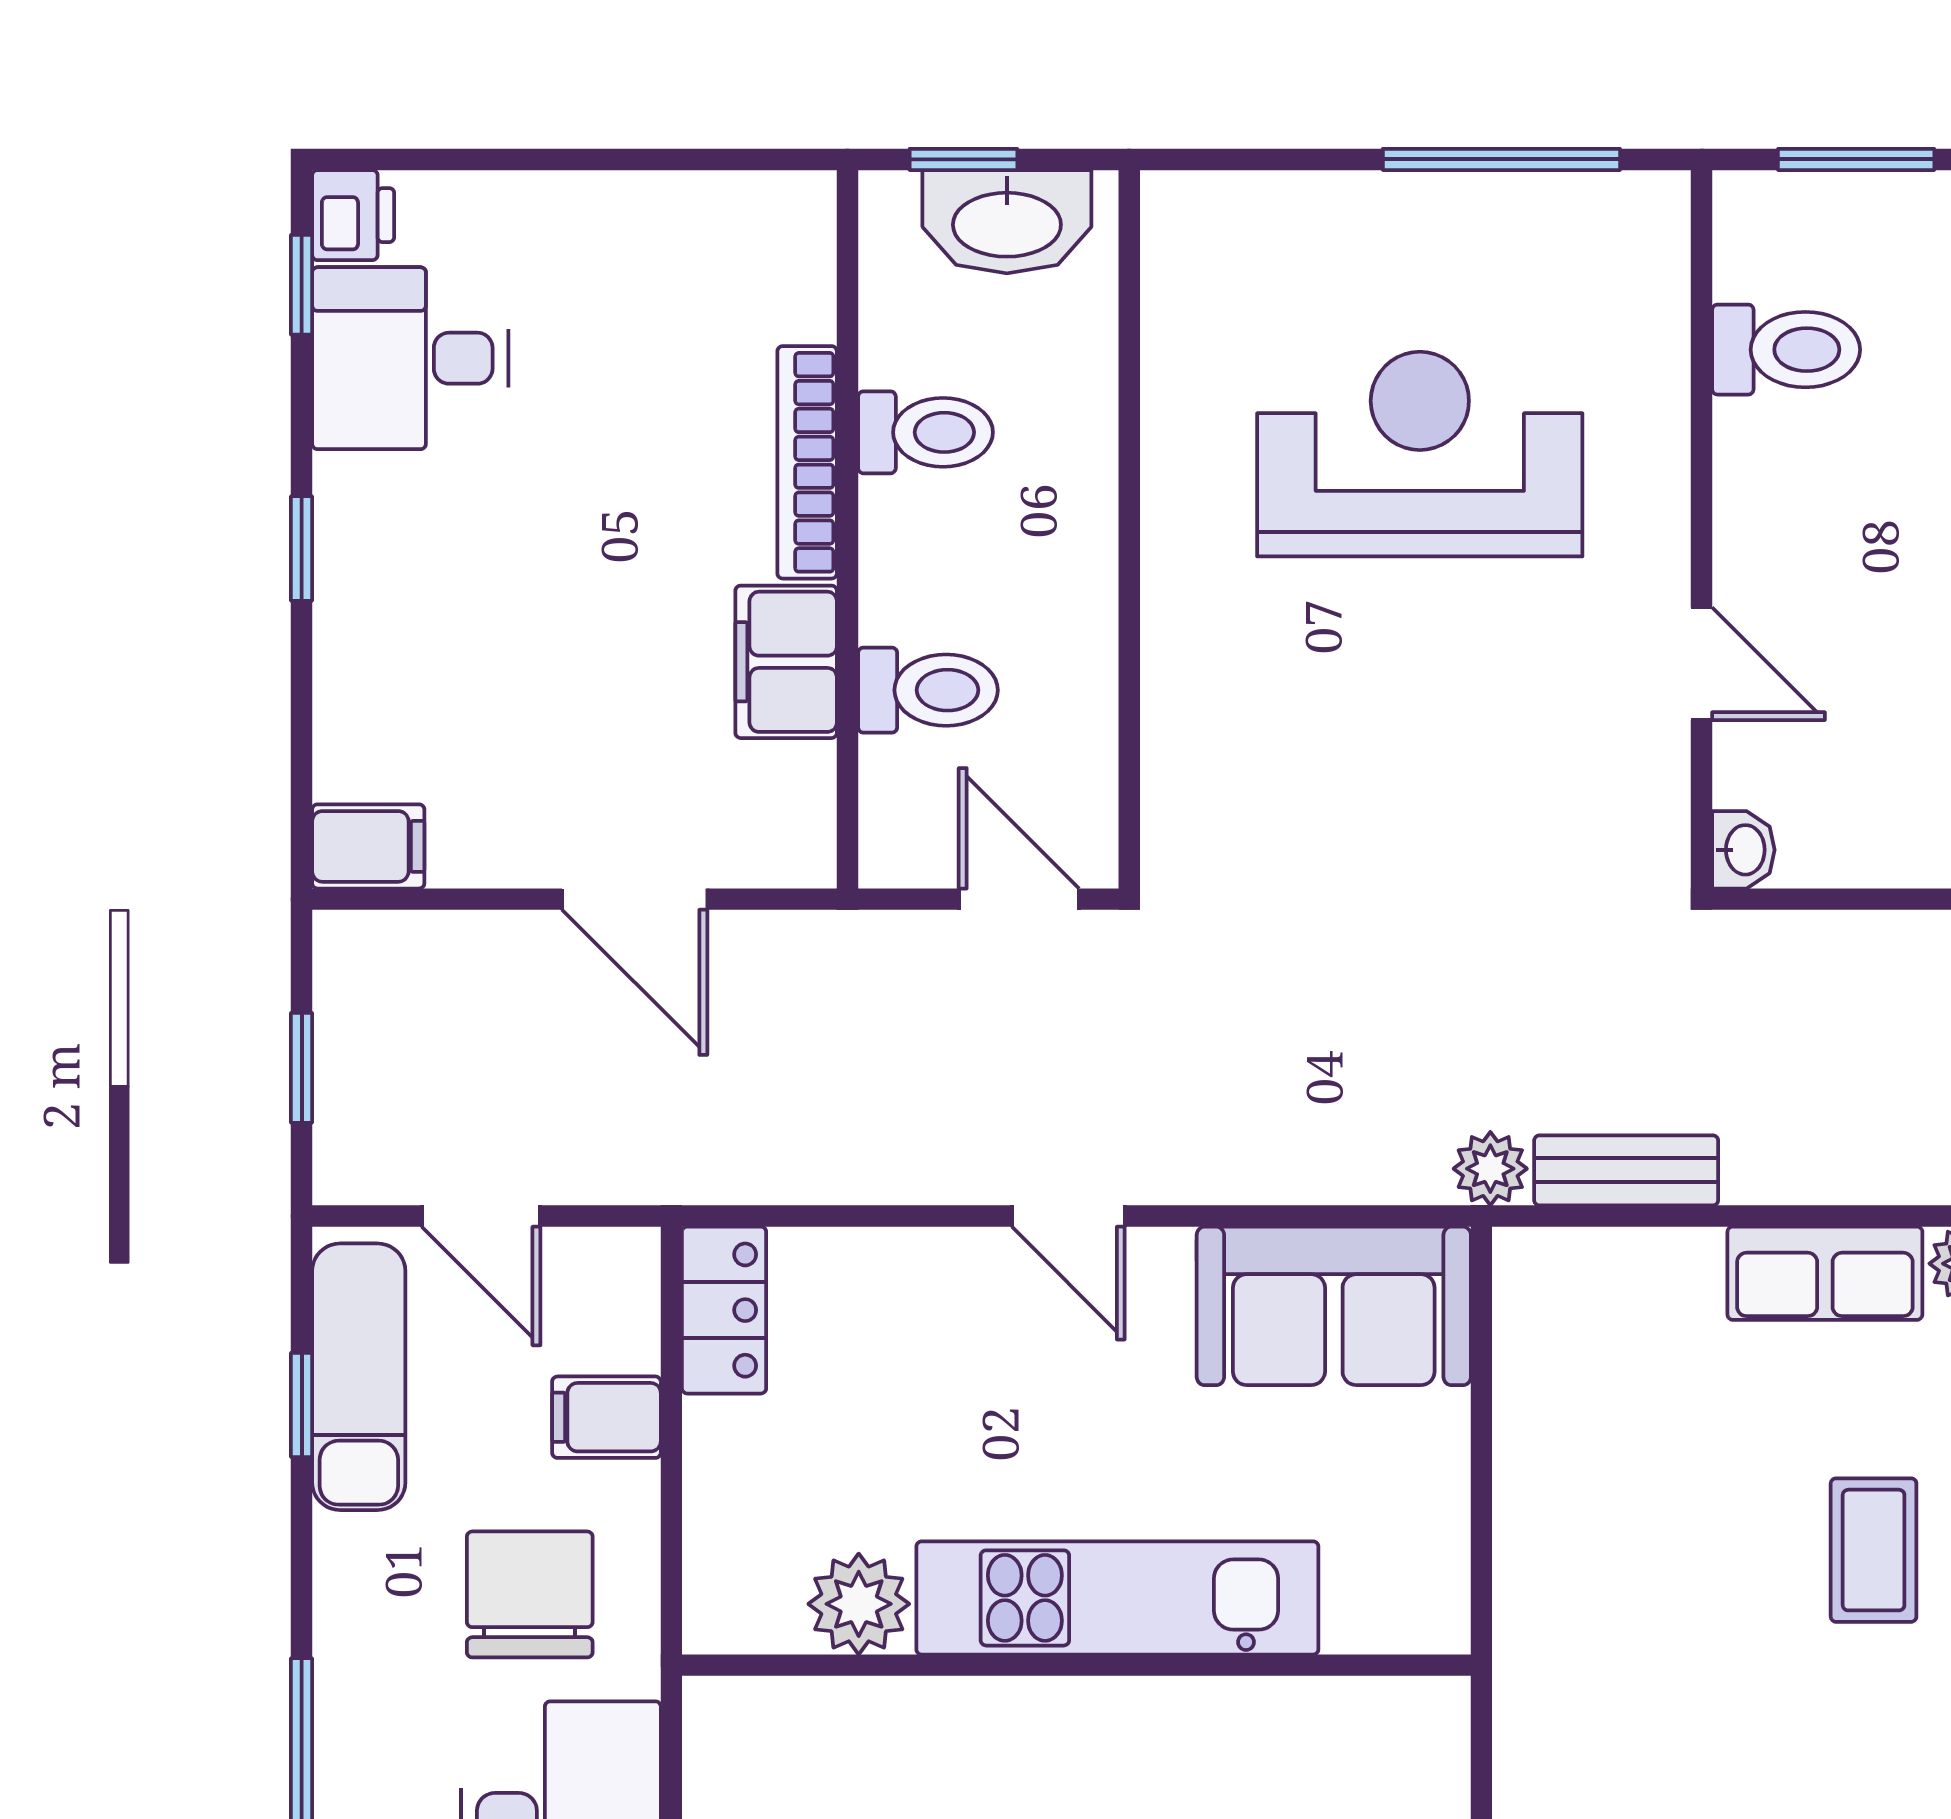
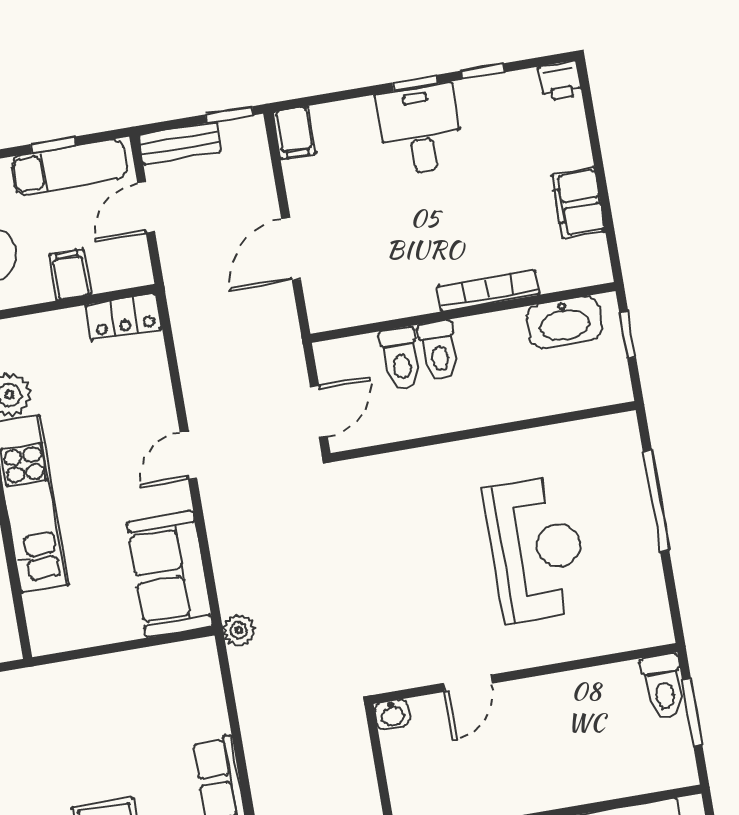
window: (1501, 159) -> (656, 501), moved
washbasin: (1007, 222) -> (564, 322), moved, turned -90
window: (302, 285) -> (483, 71), moved
toilet: (1786, 350) -> (664, 687), moved
desk: (410, 358) -> (420, 129), moved
toilet: (925, 432) -> (439, 350), moved
filing cabinet: (786, 662) -> (578, 203), moved, turned -90
window: (302, 1068) -> (229, 115), moved
bench: (1626, 1170) -> (180, 143), moved, turned 90

